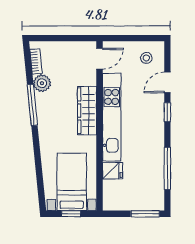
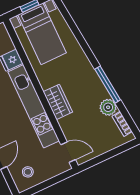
door: (100, 59) -> (68, 152), swing flipped
wardrobe: (87, 111) -> (58, 102), width x0.67

